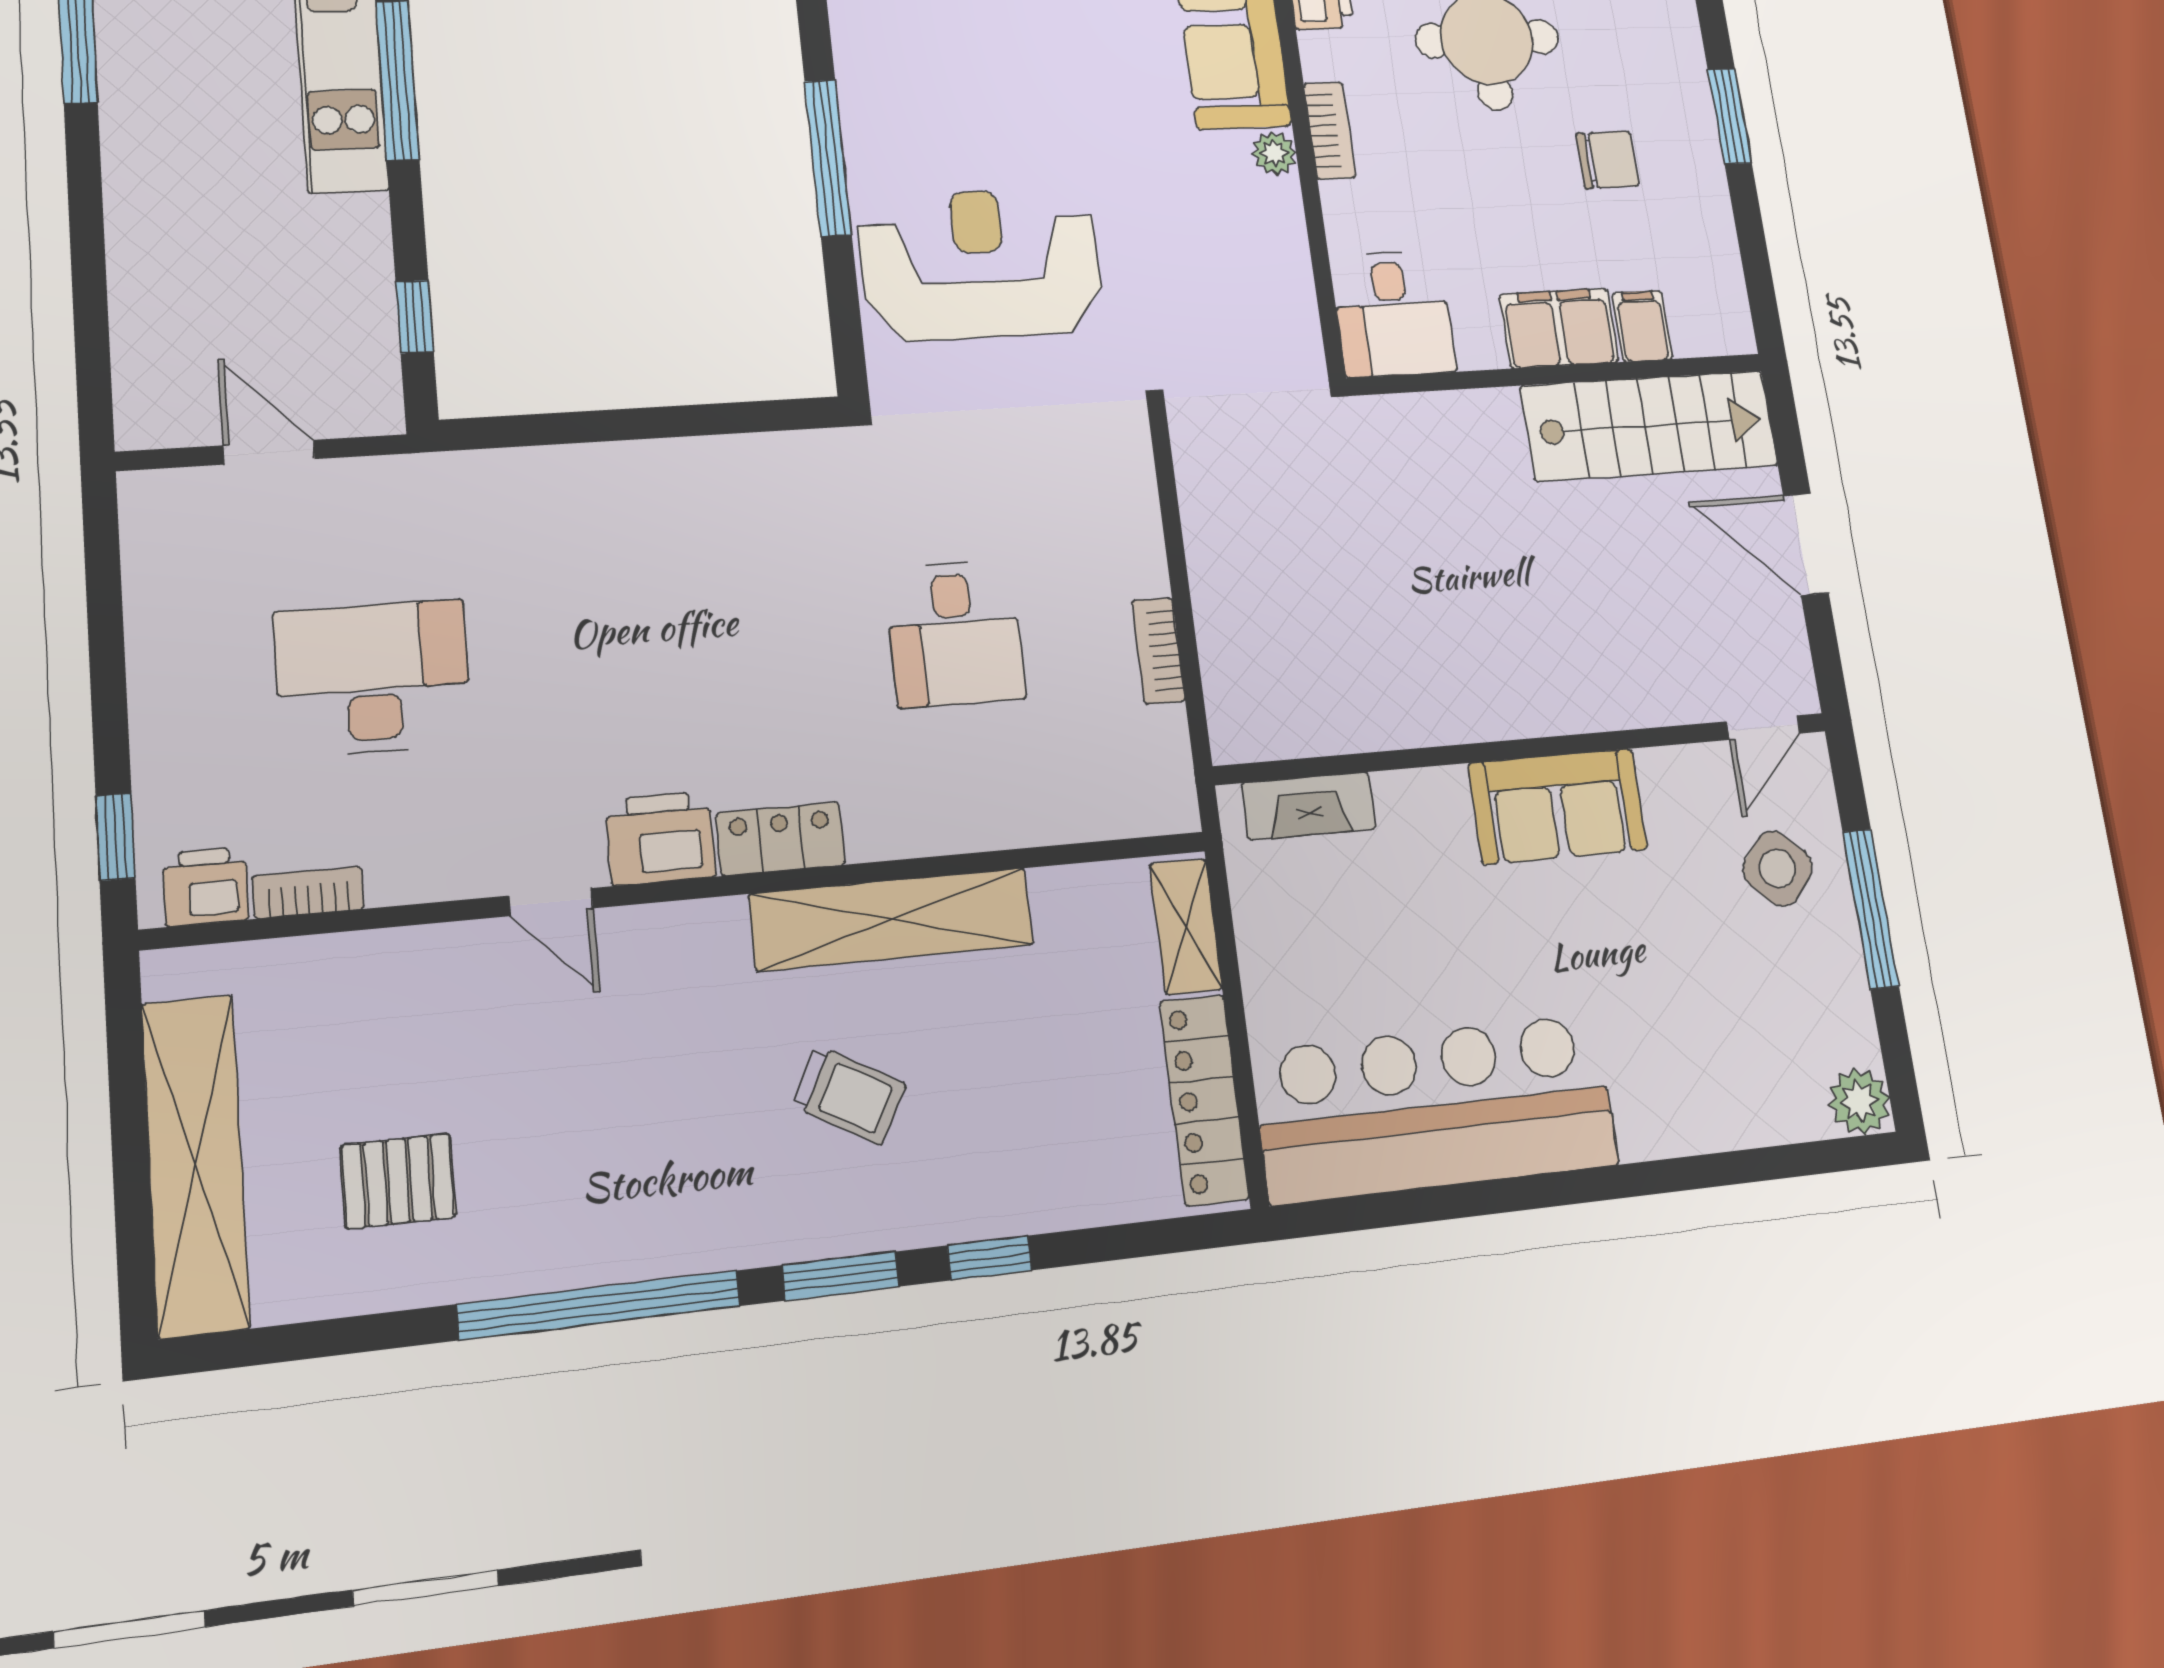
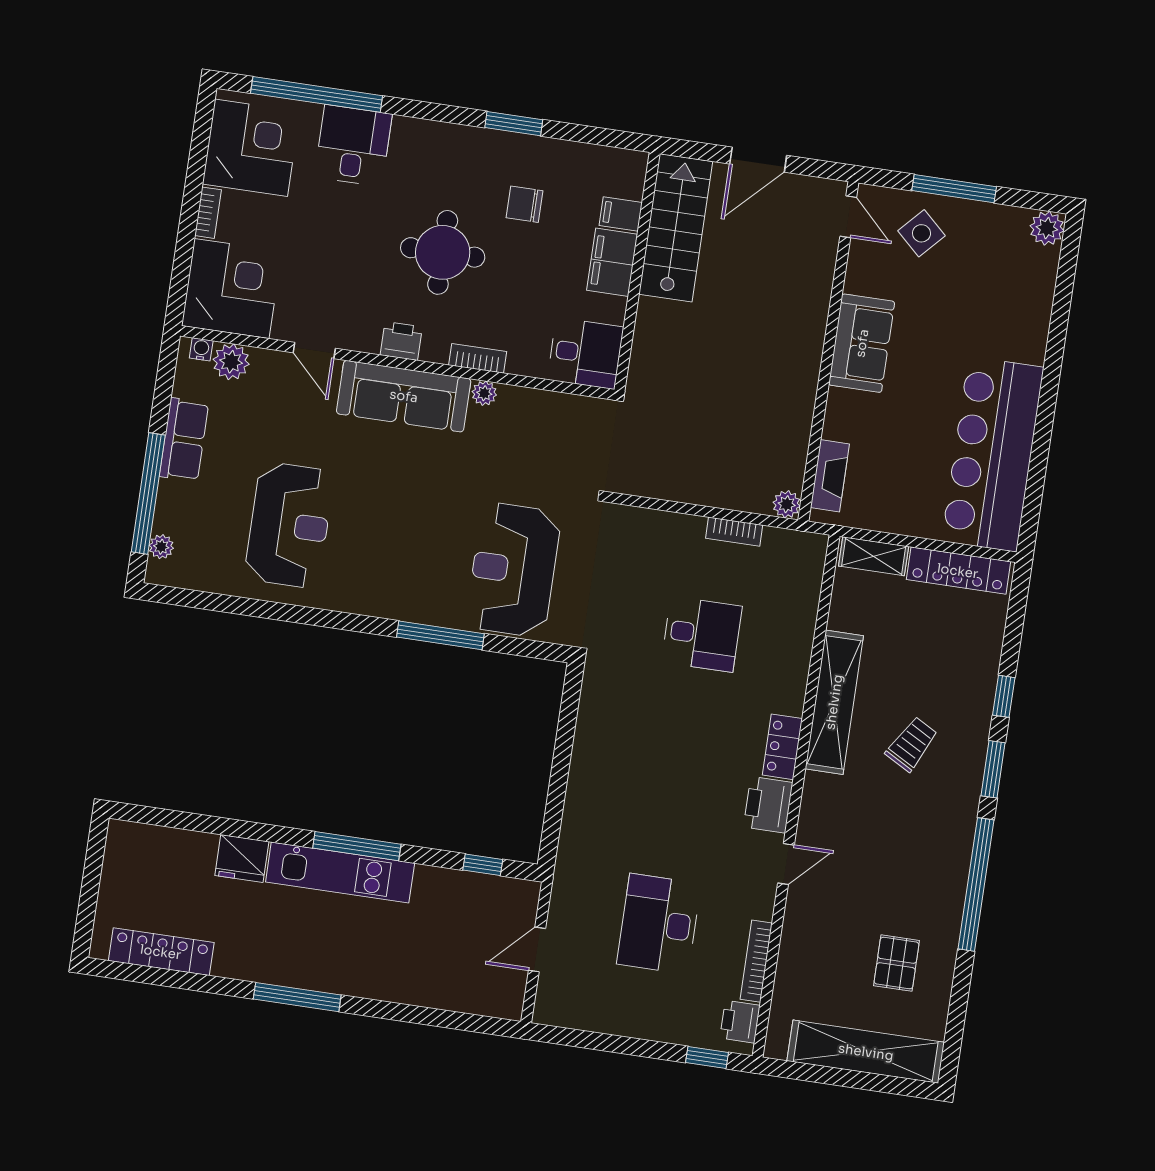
chair: (1607, 160) -> (525, 204), turned -90
plant: (1235, 737) -> (787, 504), added
bookcase: (308, 893) -> (756, 961), width x1.56

